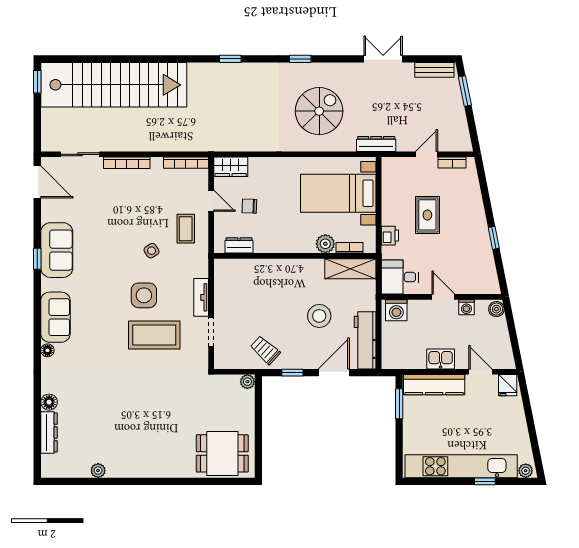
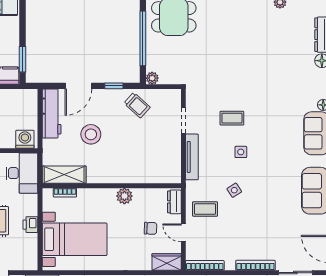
coffee table: (186, 229) -> (205, 209), turned 90
printer: (390, 236) -> (30, 225), moved
plant: (325, 244) -> (124, 196), moved
dresser: (239, 245) -> (174, 202), moved, turned 90
desk: (400, 277) -> (22, 173), width x1.37
side table: (144, 295) -> (241, 152), width x0.54, depth x0.54
tv unit: (201, 297) -> (192, 157), width x1.41
coffee table: (154, 335) -> (232, 118), width x0.54, depth x0.58
window: (258, 428) -> (143, 38), added

